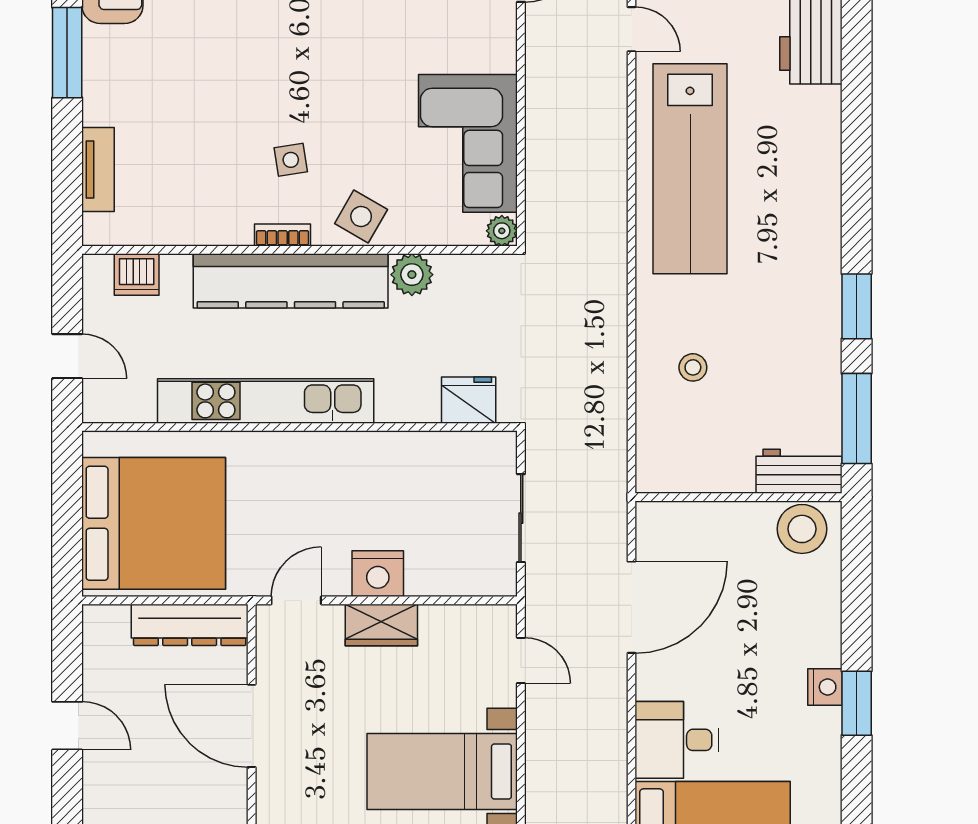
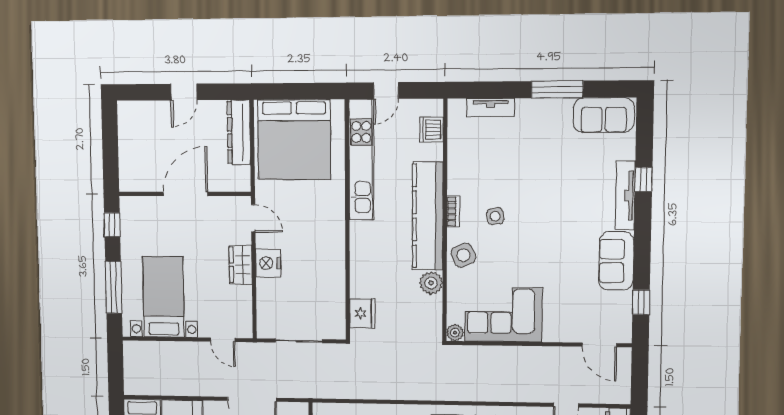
side table: (361, 216) -> (463, 255), turned 35
kitchen unit: (266, 401) -> (361, 160), moved
dresser: (190, 625) -> (239, 132), moved
door: (521, 660) -> (223, 340), hinge flipped

